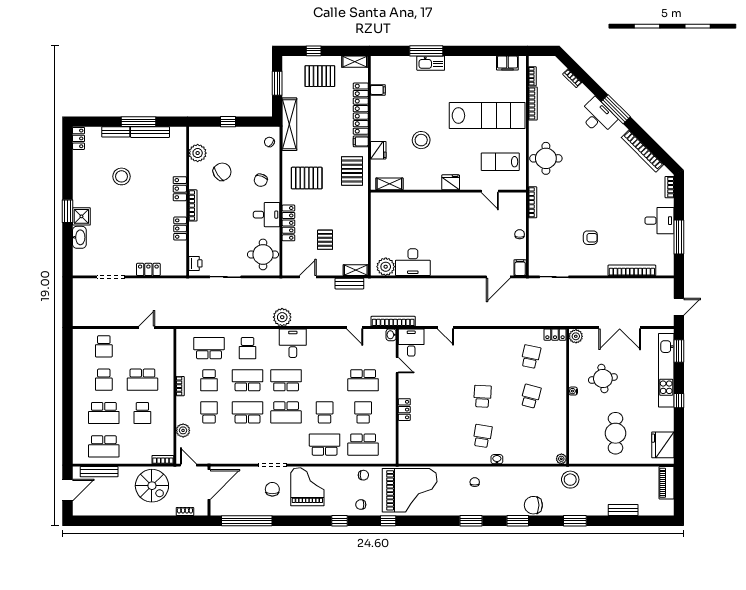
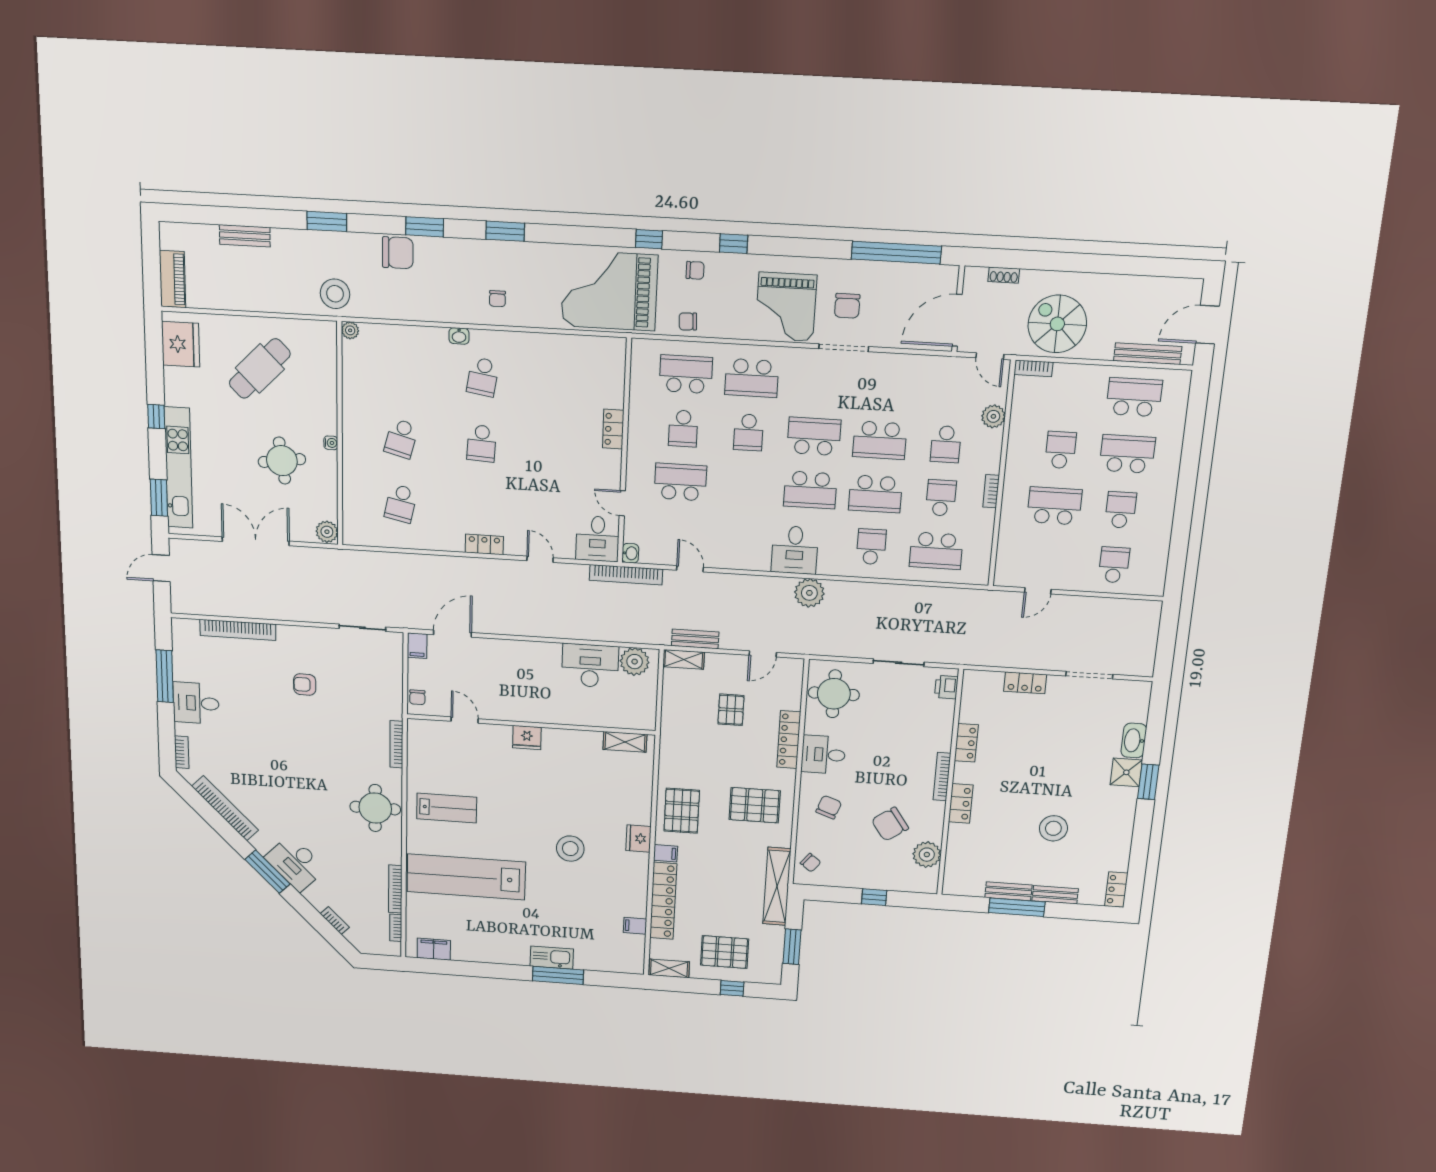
bench: (150, 132) -> (1008, 891), width x0.73
fridge: (451, 182) -> (527, 738), moved
shelving: (389, 184) -> (625, 742), moved
wall: (448, 191) -> (531, 724), moved
door: (490, 191) -> (465, 720), moved
locker: (555, 335) -> (484, 544), moved
cafe table: (615, 433) -> (260, 369), turned 45

